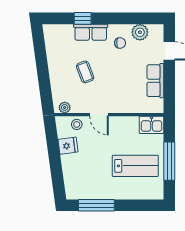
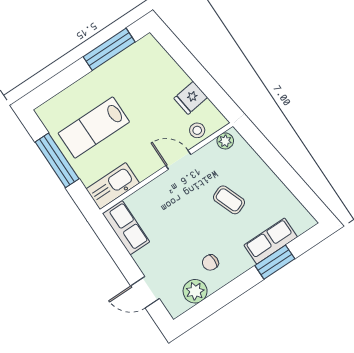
window: (83, 18) -> (275, 262), width x1.50
row of seats: (91, 32) -> (271, 241), moved
row of seats: (155, 81) -> (126, 228), moved
kitchen sink: (151, 125) -> (113, 186), width x1.38

